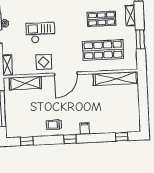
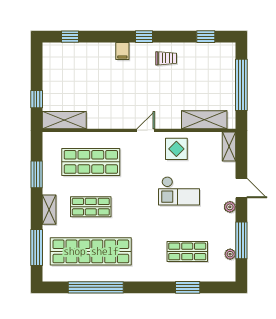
door: (66, 74) -> (146, 130), width x0.53
shelving: (116, 79) -> (64, 120), width x0.68
window: (143, 92) -> (37, 99), added

